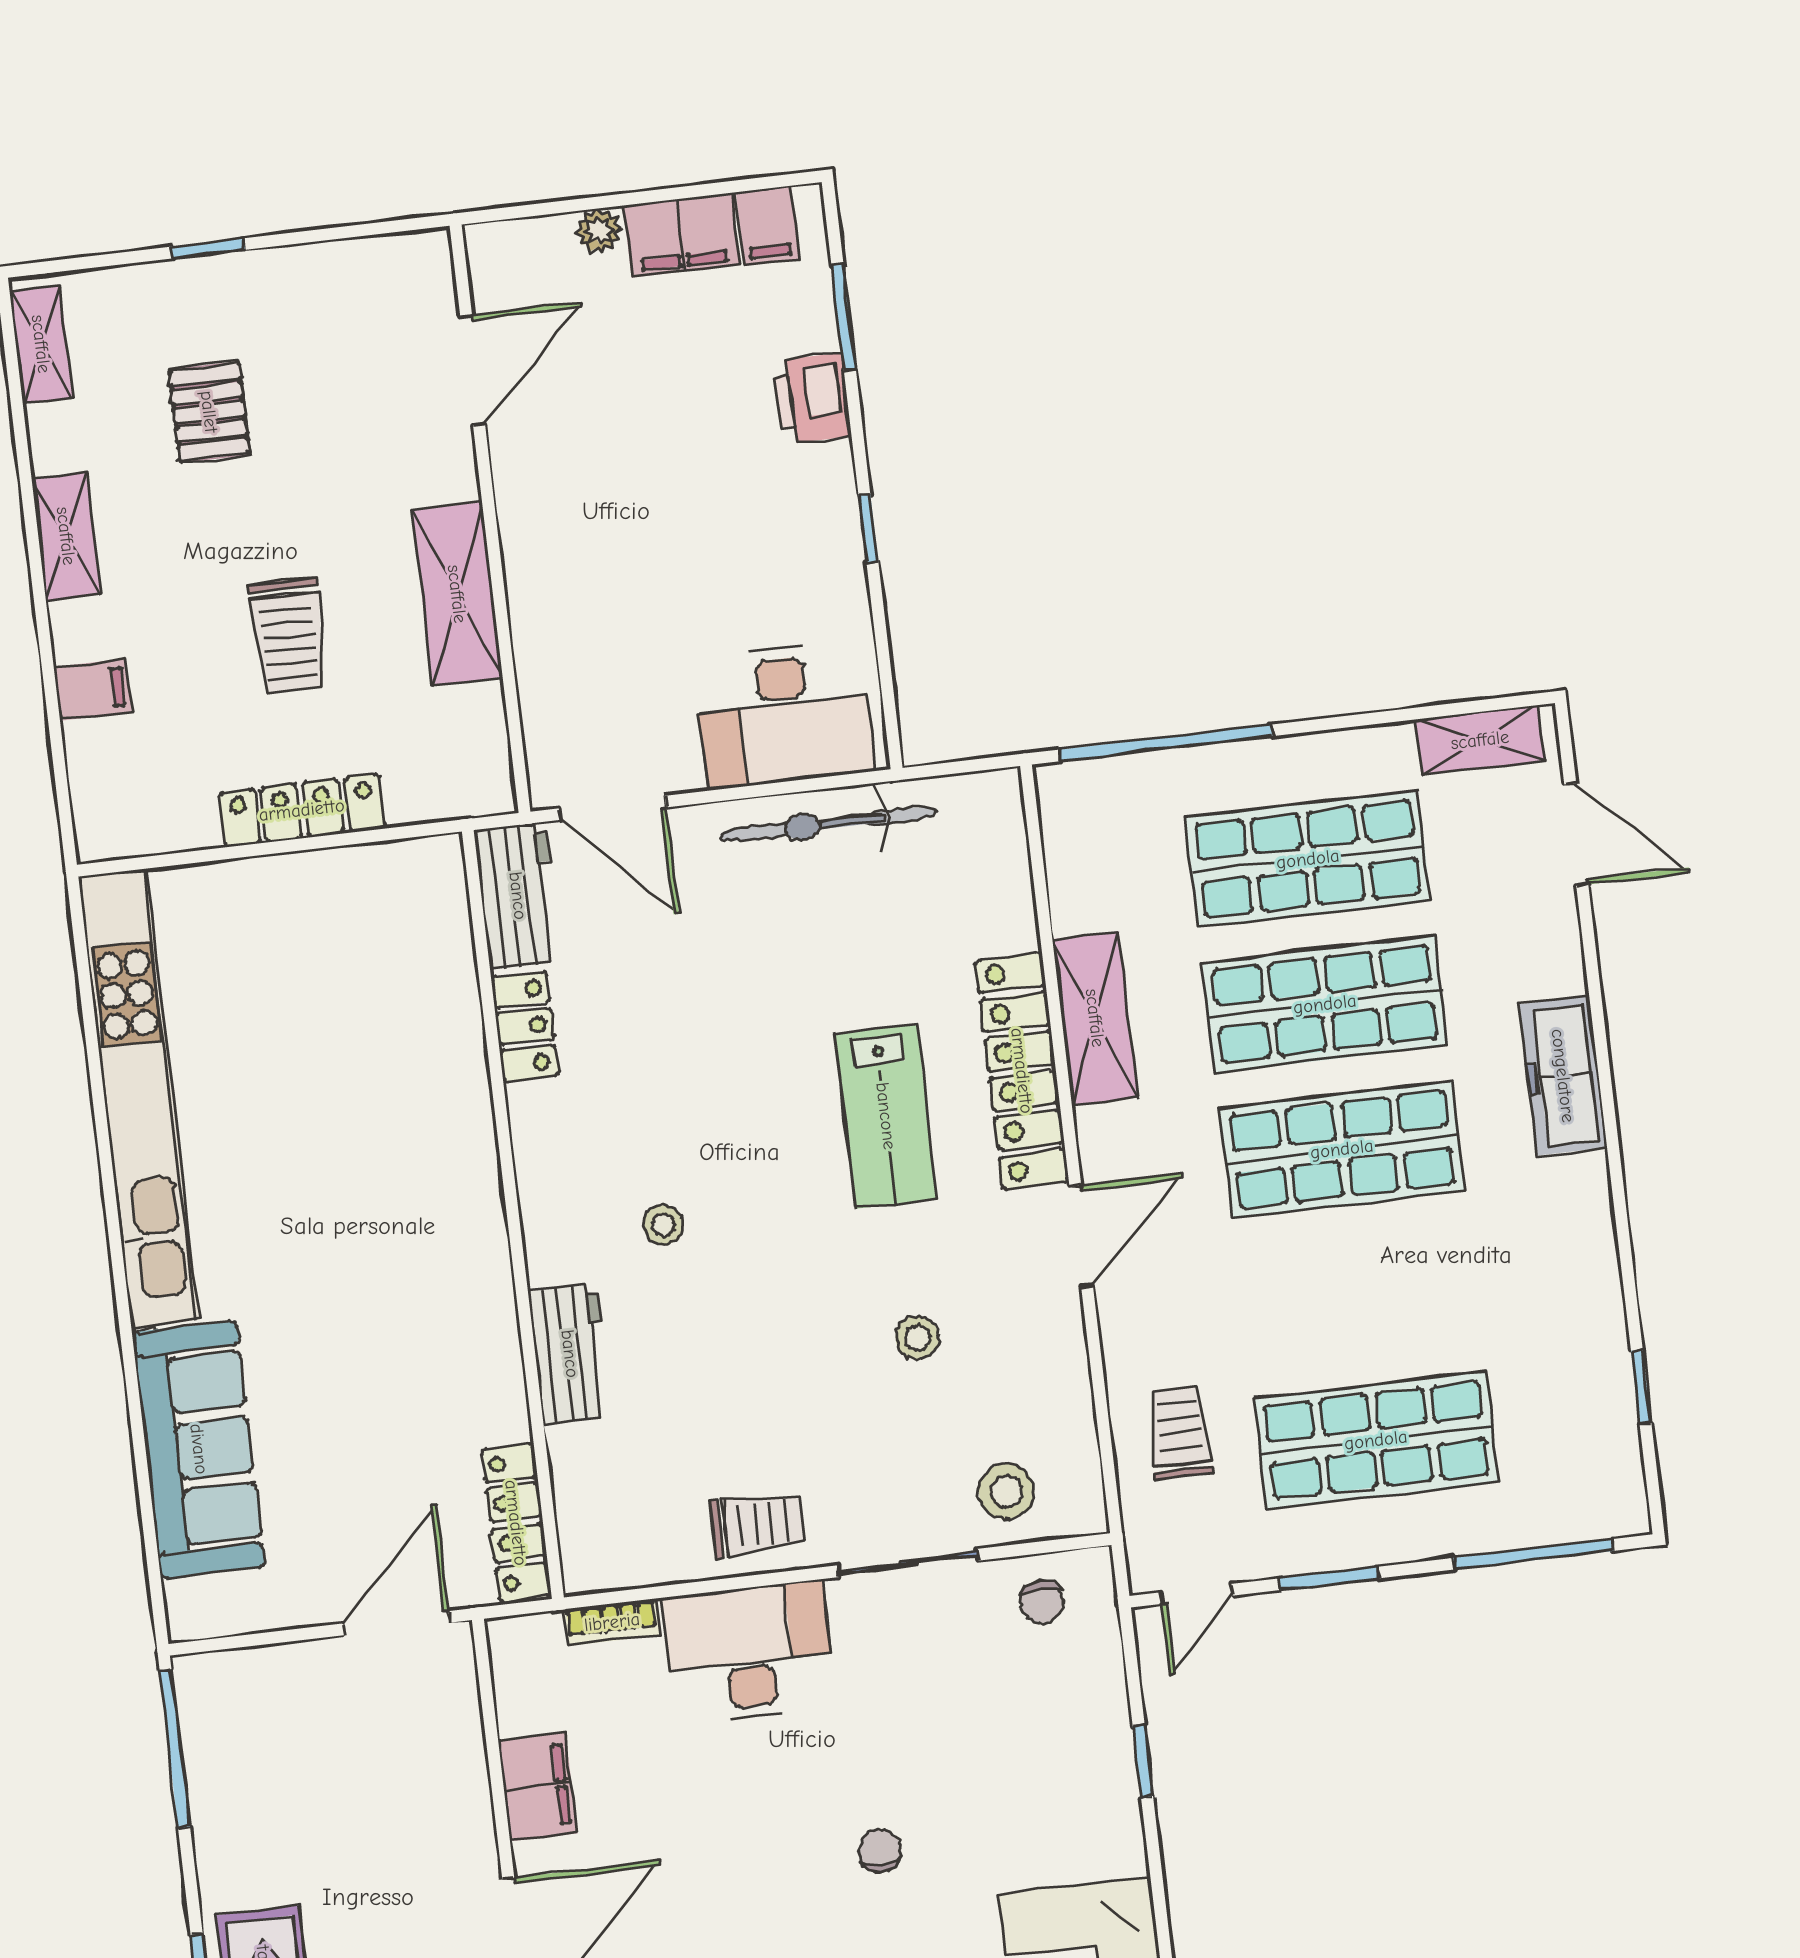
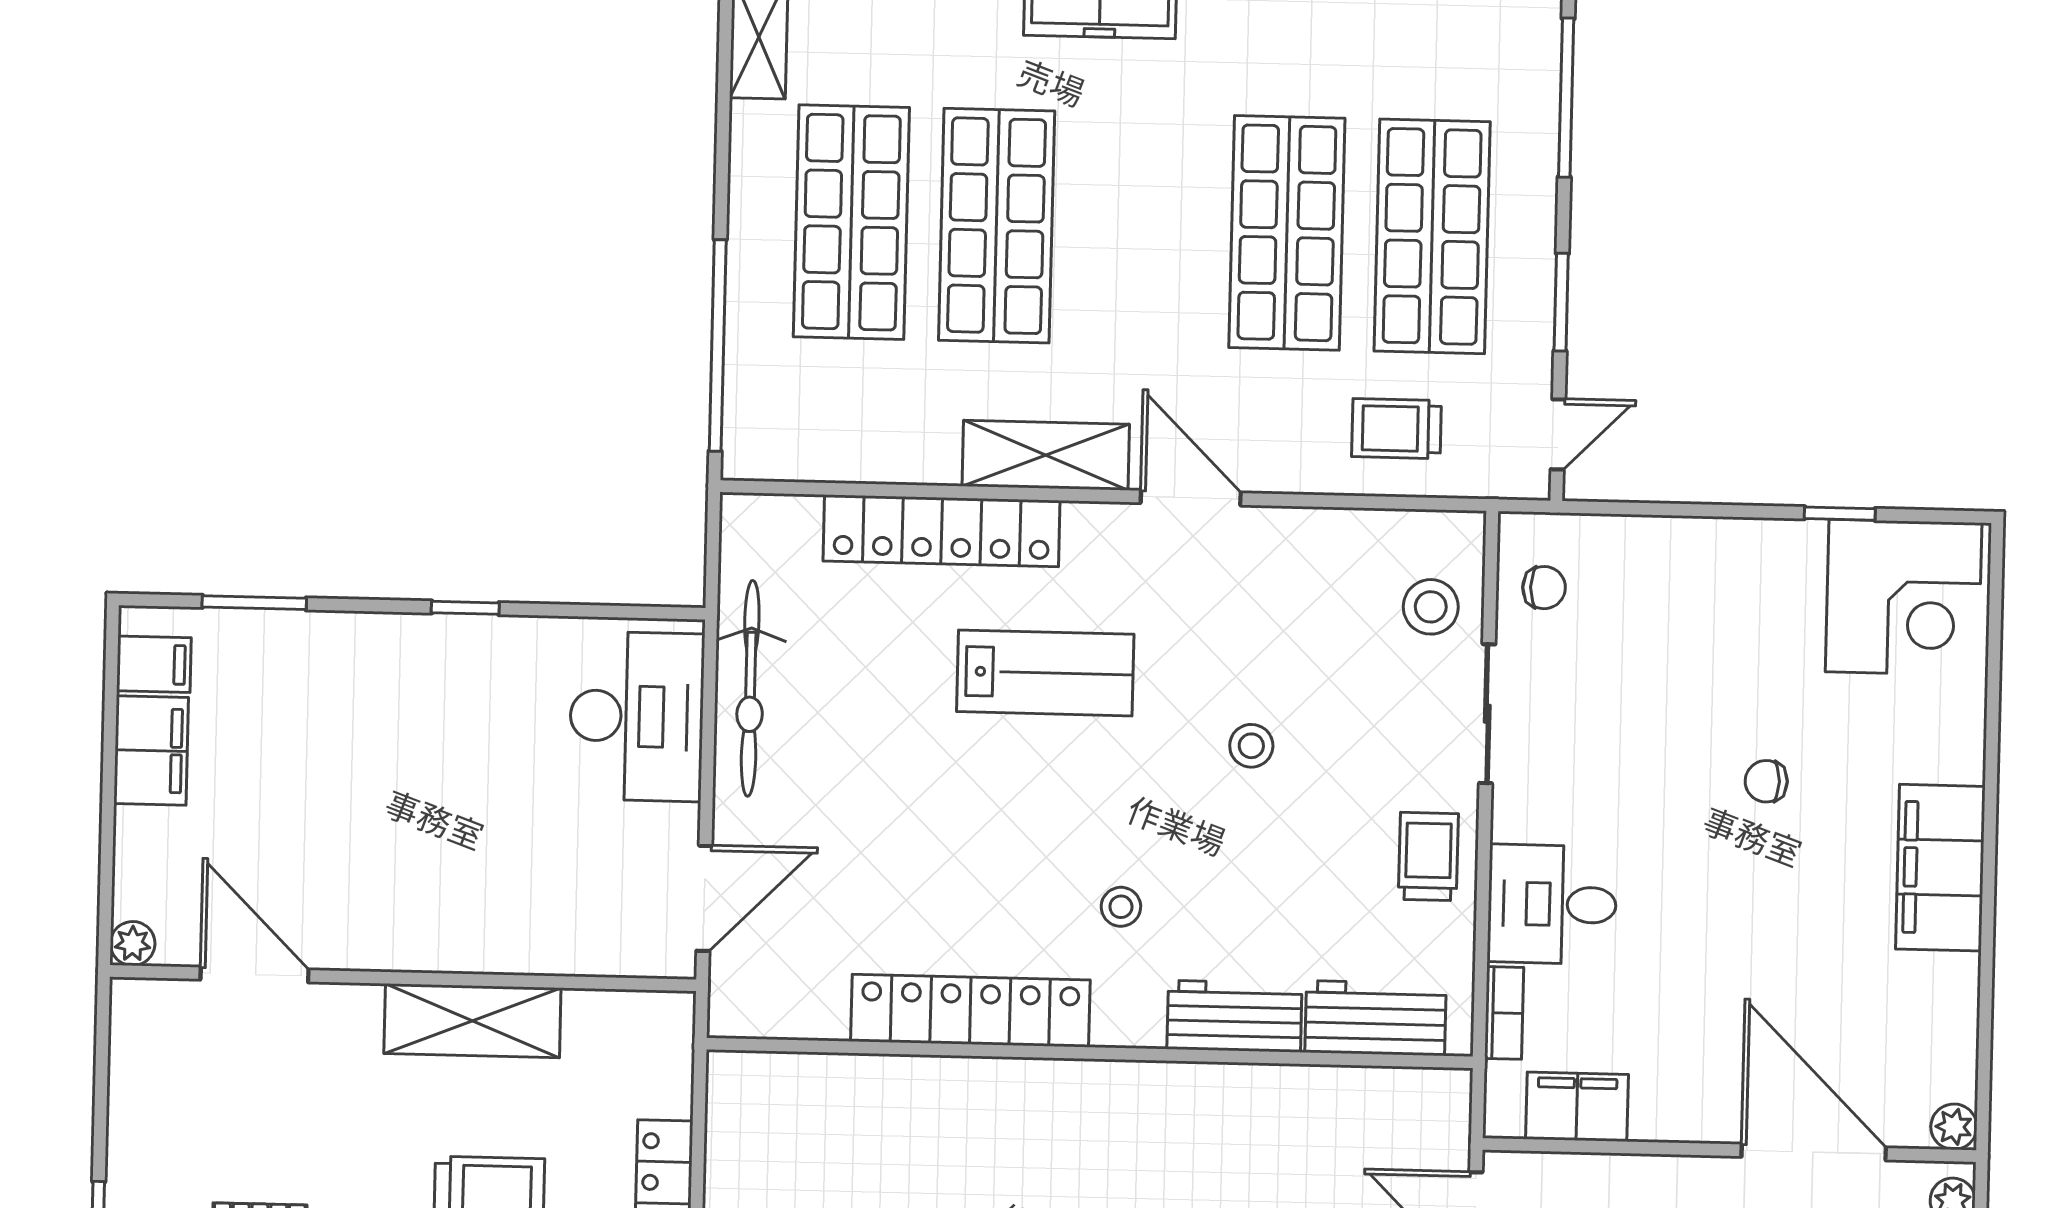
plant: (599, 231) -> (133, 944), moved
printer: (812, 399) -> (330, 645), removed
workbench: (518, 896) -> (1376, 1018), moved
shelving: (1095, 1018) -> (1046, 455), moved
locker: (525, 1026) -> (970, 1011), width x2.16, depth x1.21
locker: (1022, 1071) -> (942, 531), moved
shop shelf: (1342, 1149) -> (1287, 233), moved
stool: (917, 1338) -> (1251, 746), moved
locker: (516, 1523) -> (1393, 1093), removed
door: (1197, 1594) -> (1558, 434), hinge flipped
desk: (749, 1652) -> (1552, 904), width x0.73
window: (1143, 1761) -> (1840, 514), moved
filing cabinet: (538, 1787) -> (1577, 1107), moved

